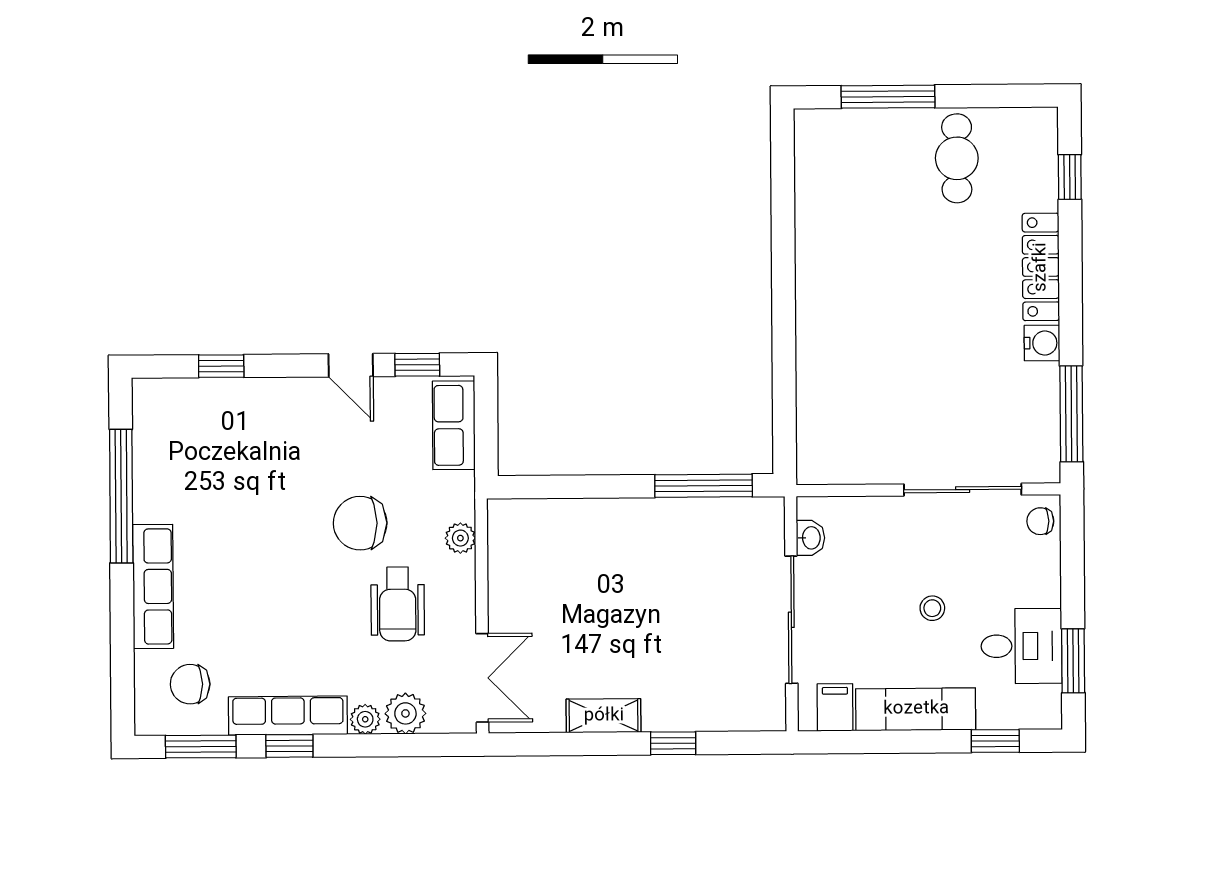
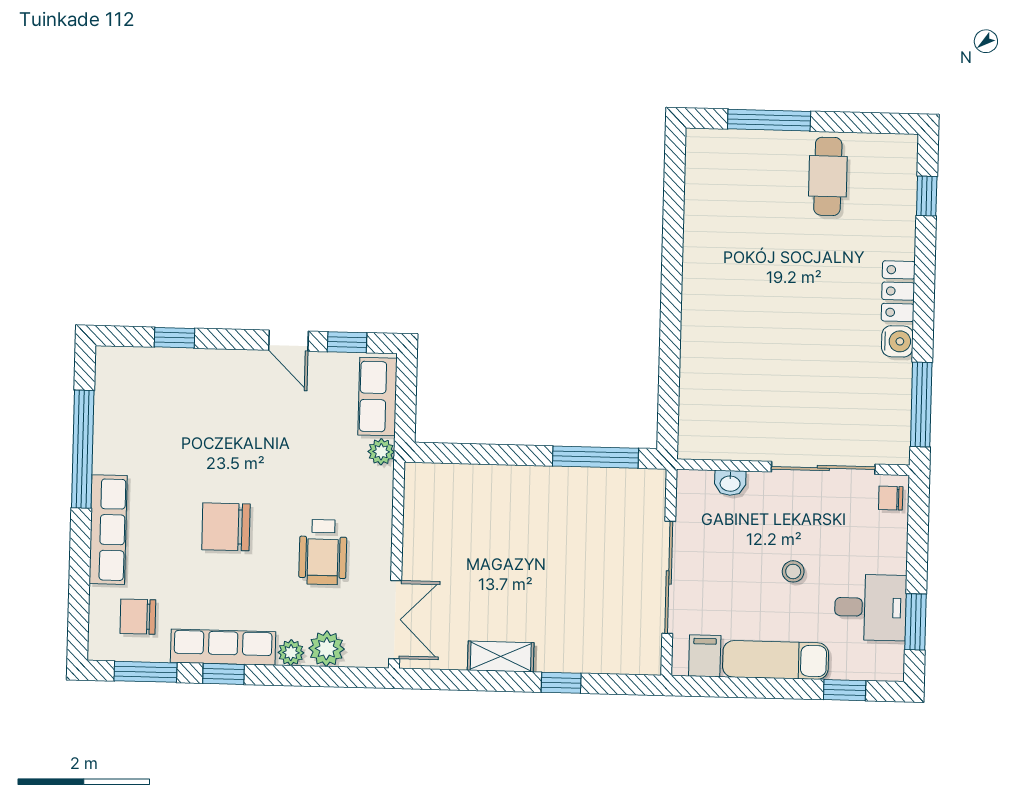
locker: (1041, 267) -> (898, 291), width x0.66
chair: (360, 523) -> (226, 527), moved
plant: (460, 538) -> (381, 452), moved
washbasin: (811, 538) -> (730, 483), moved, turned 90

